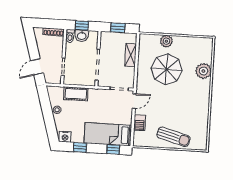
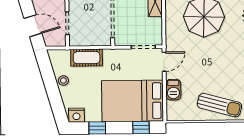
door: (37, 67) -> (33, 26), swing flipped
bed: (108, 134) -> (133, 101), width x1.50

